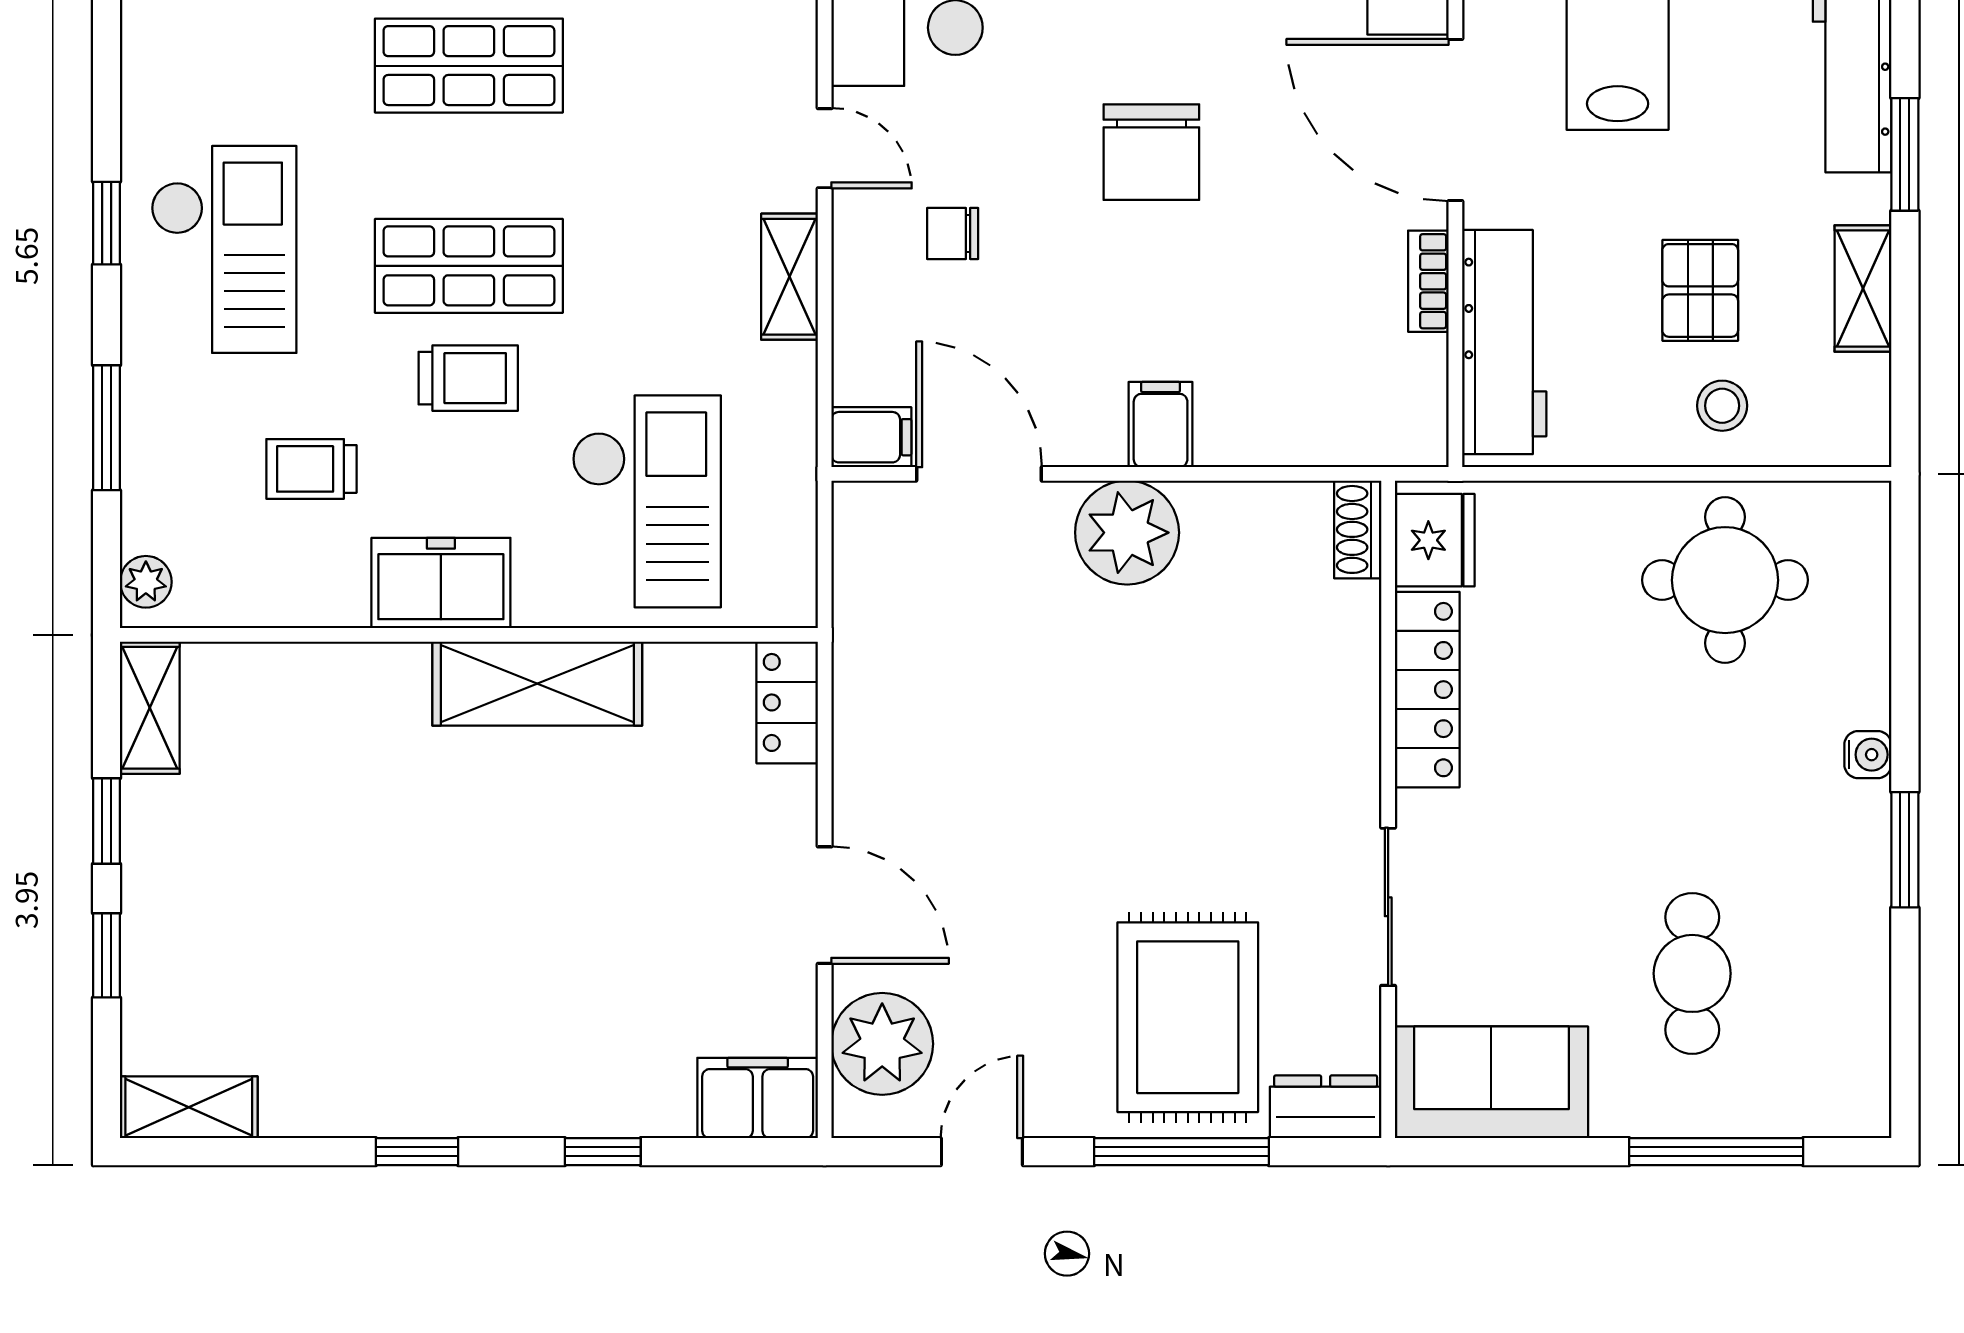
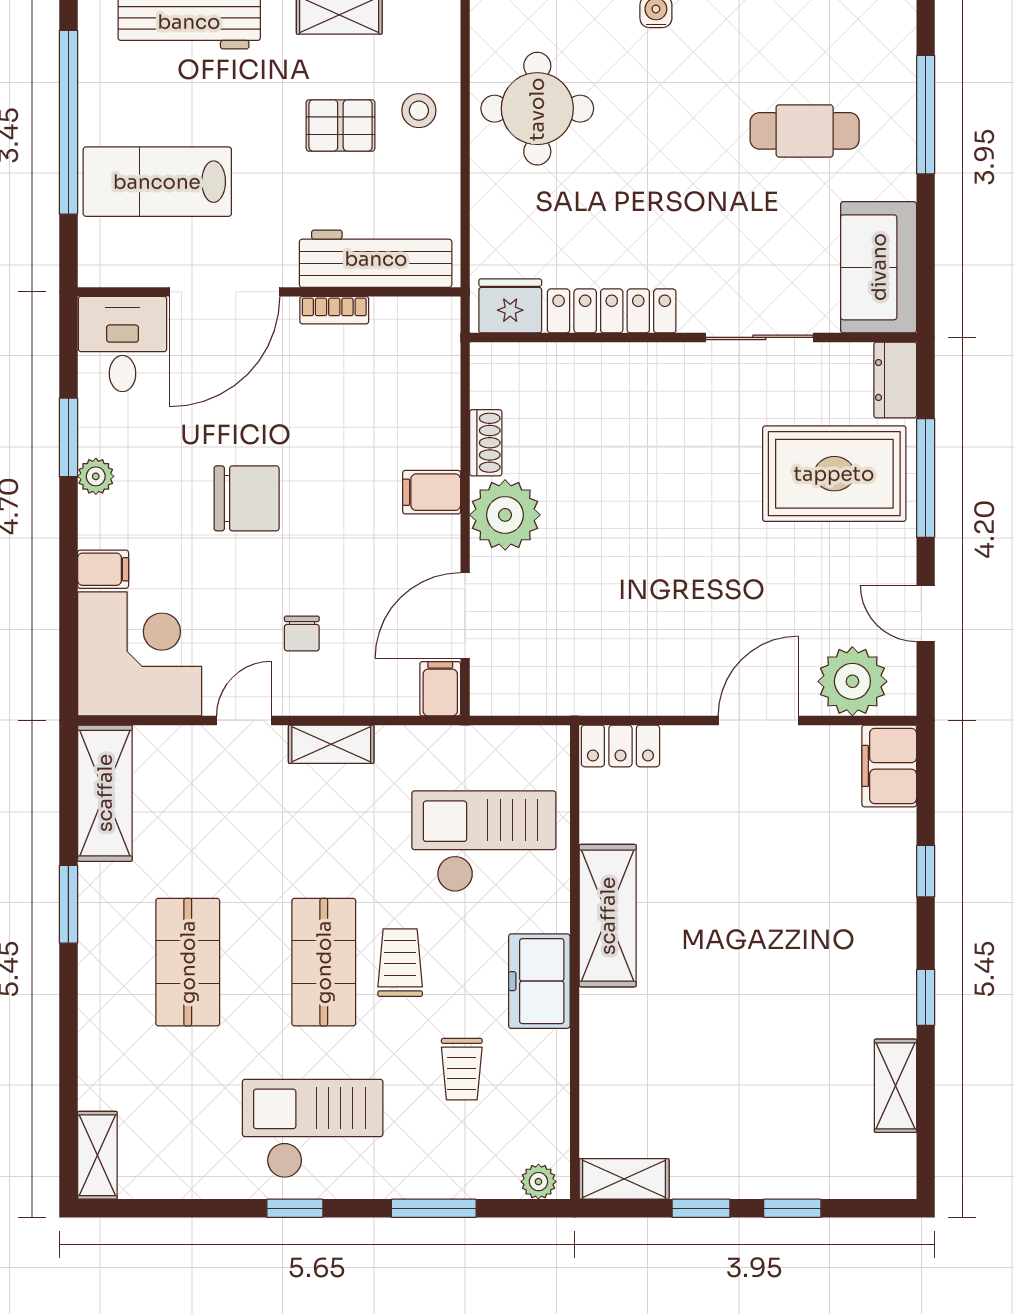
shoe rack: (1358, 529) -> (486, 443), moved, turned -90
shelving: (189, 1107) -> (895, 1086), moved

